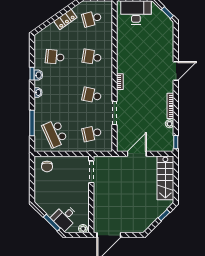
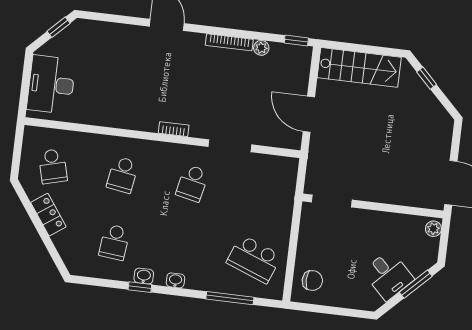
school desk: (55, 134) -> (254, 259), turned 45
school desk: (92, 134) -> (262, 192), removed
desk: (65, 217) -> (388, 275), moved

